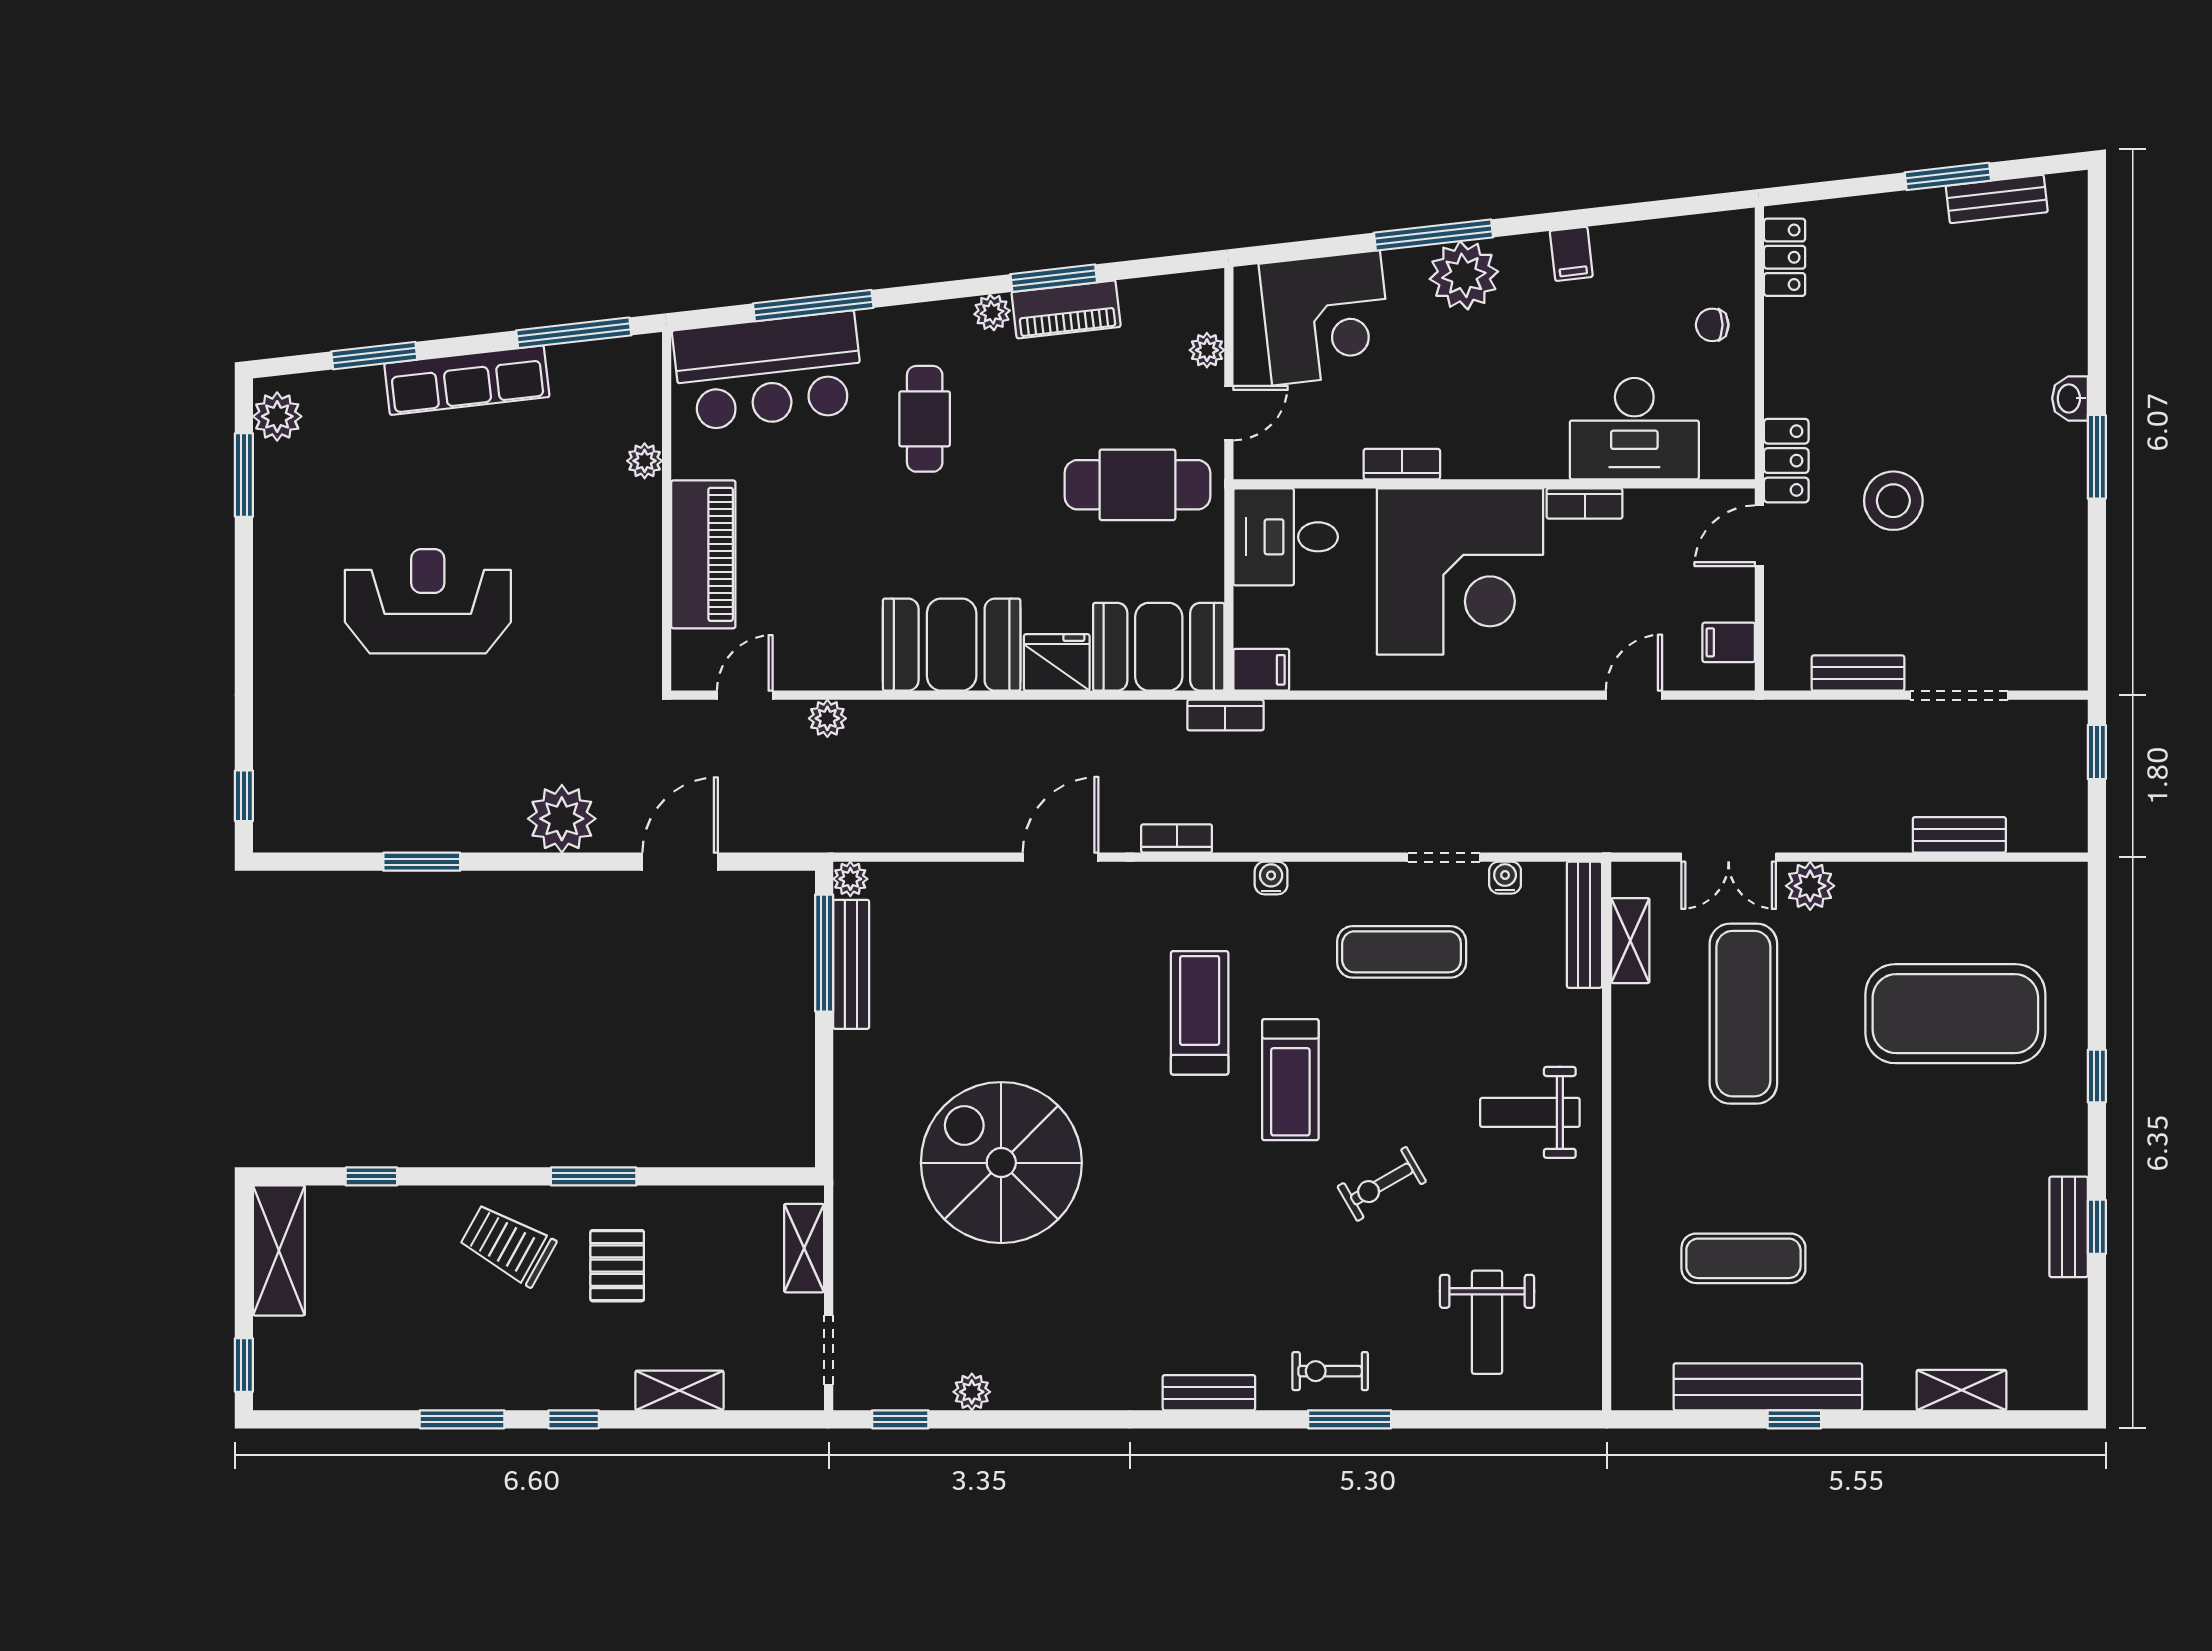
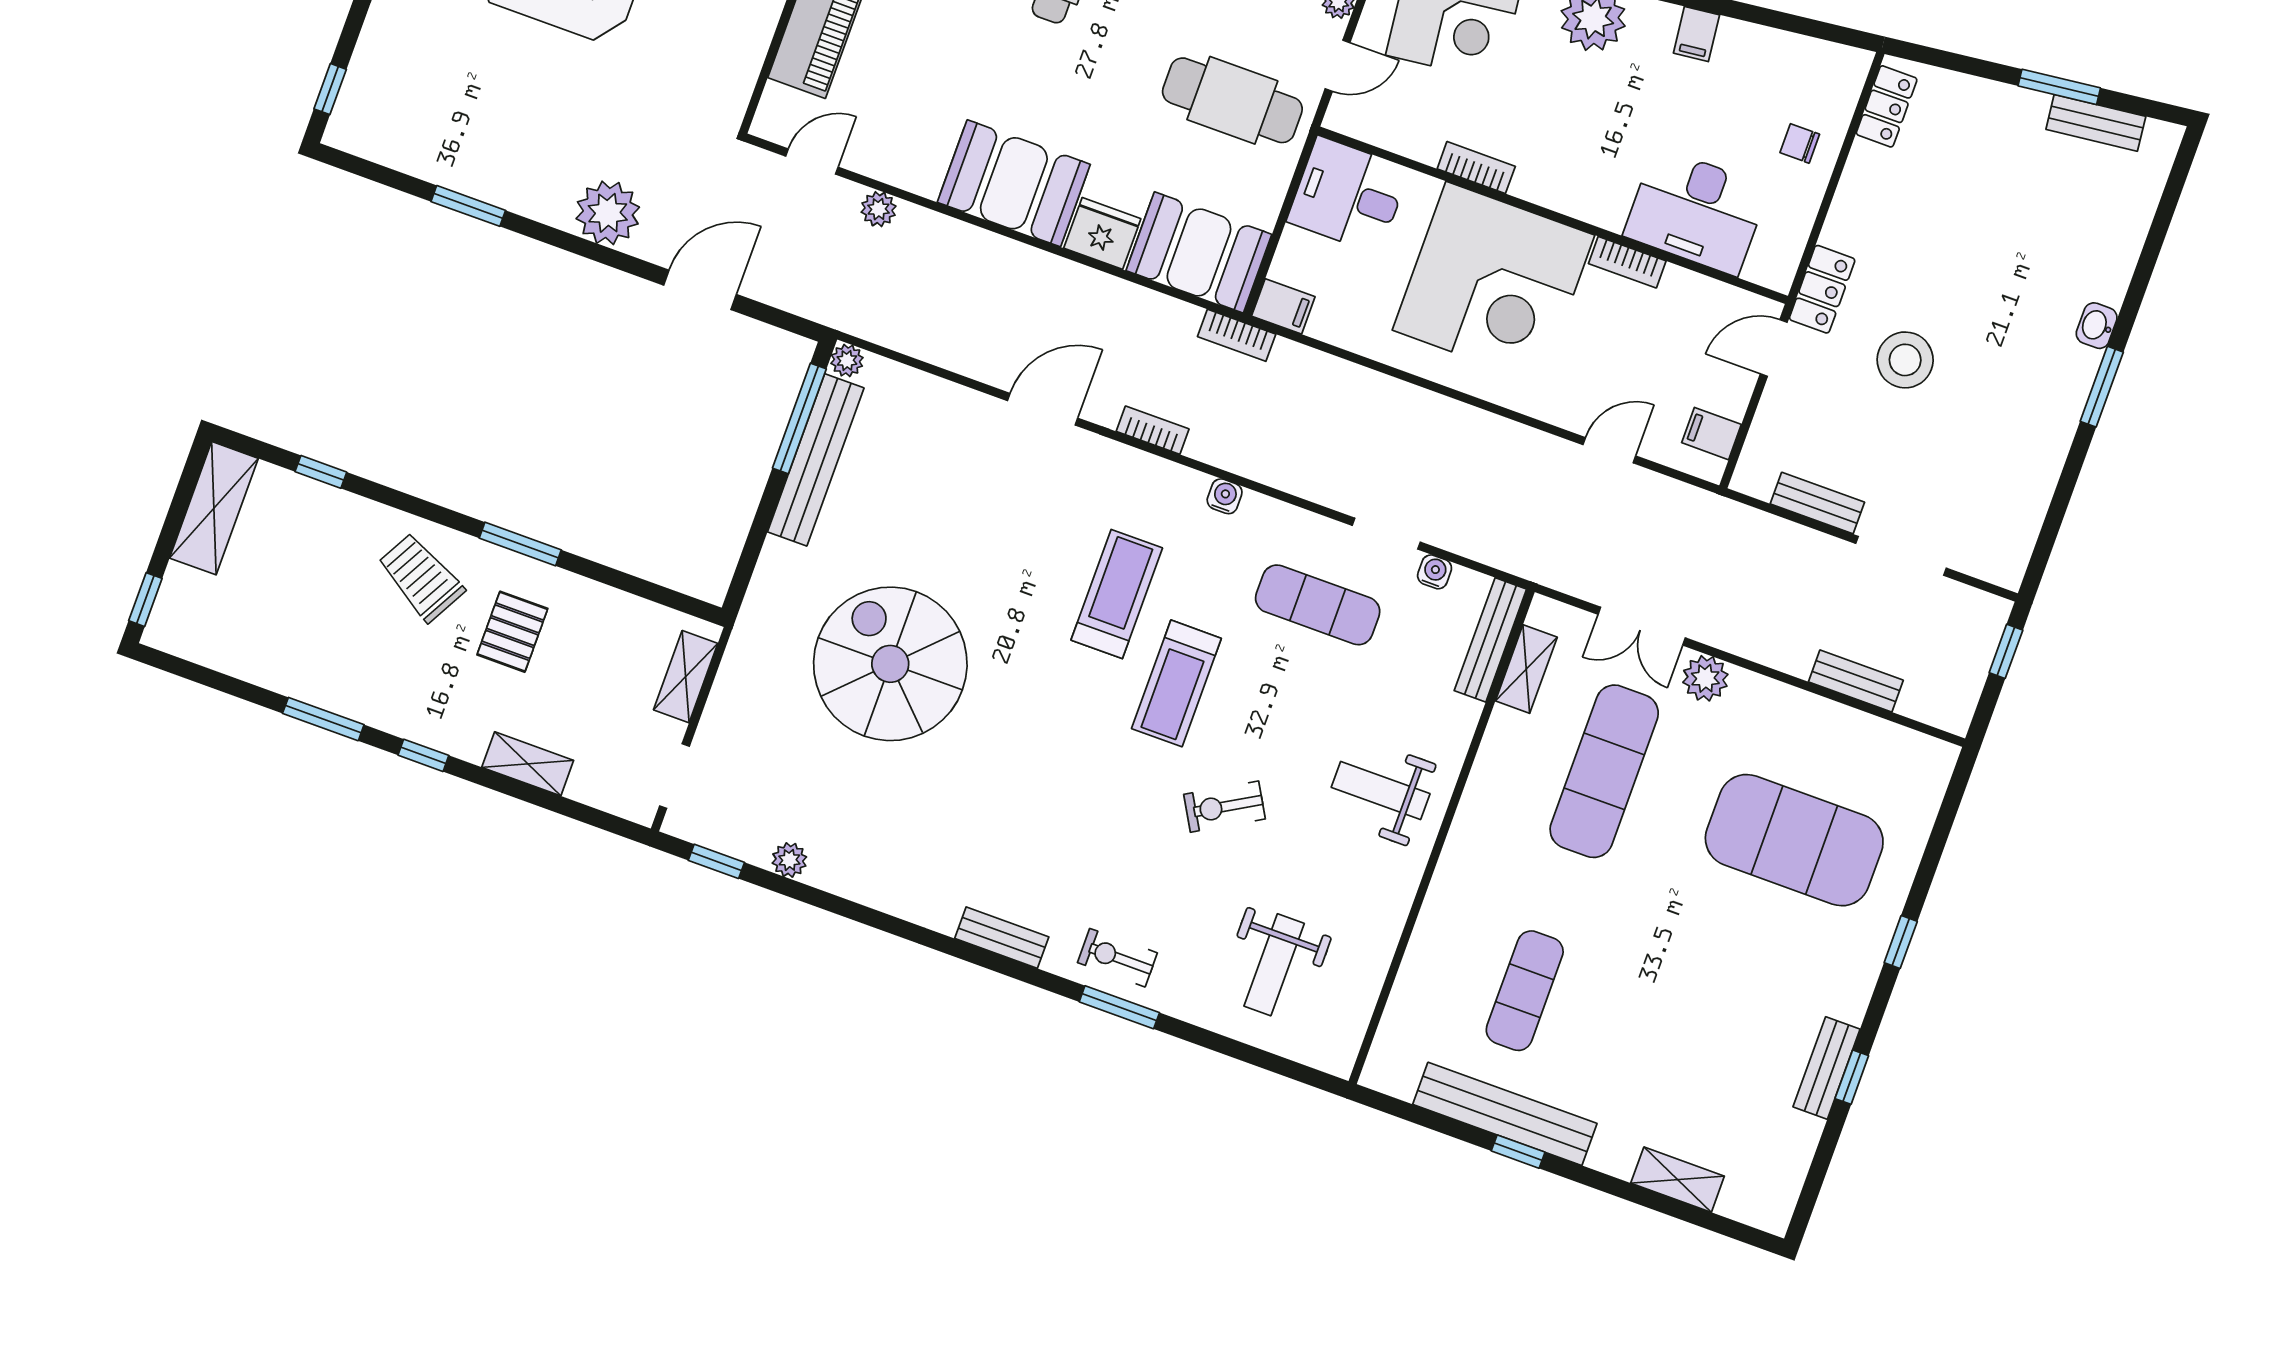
bench: (851, 964) -> (816, 460), width x1.37, depth x1.21
exercise mat: (1743, 1258) -> (1525, 991), turned 90

